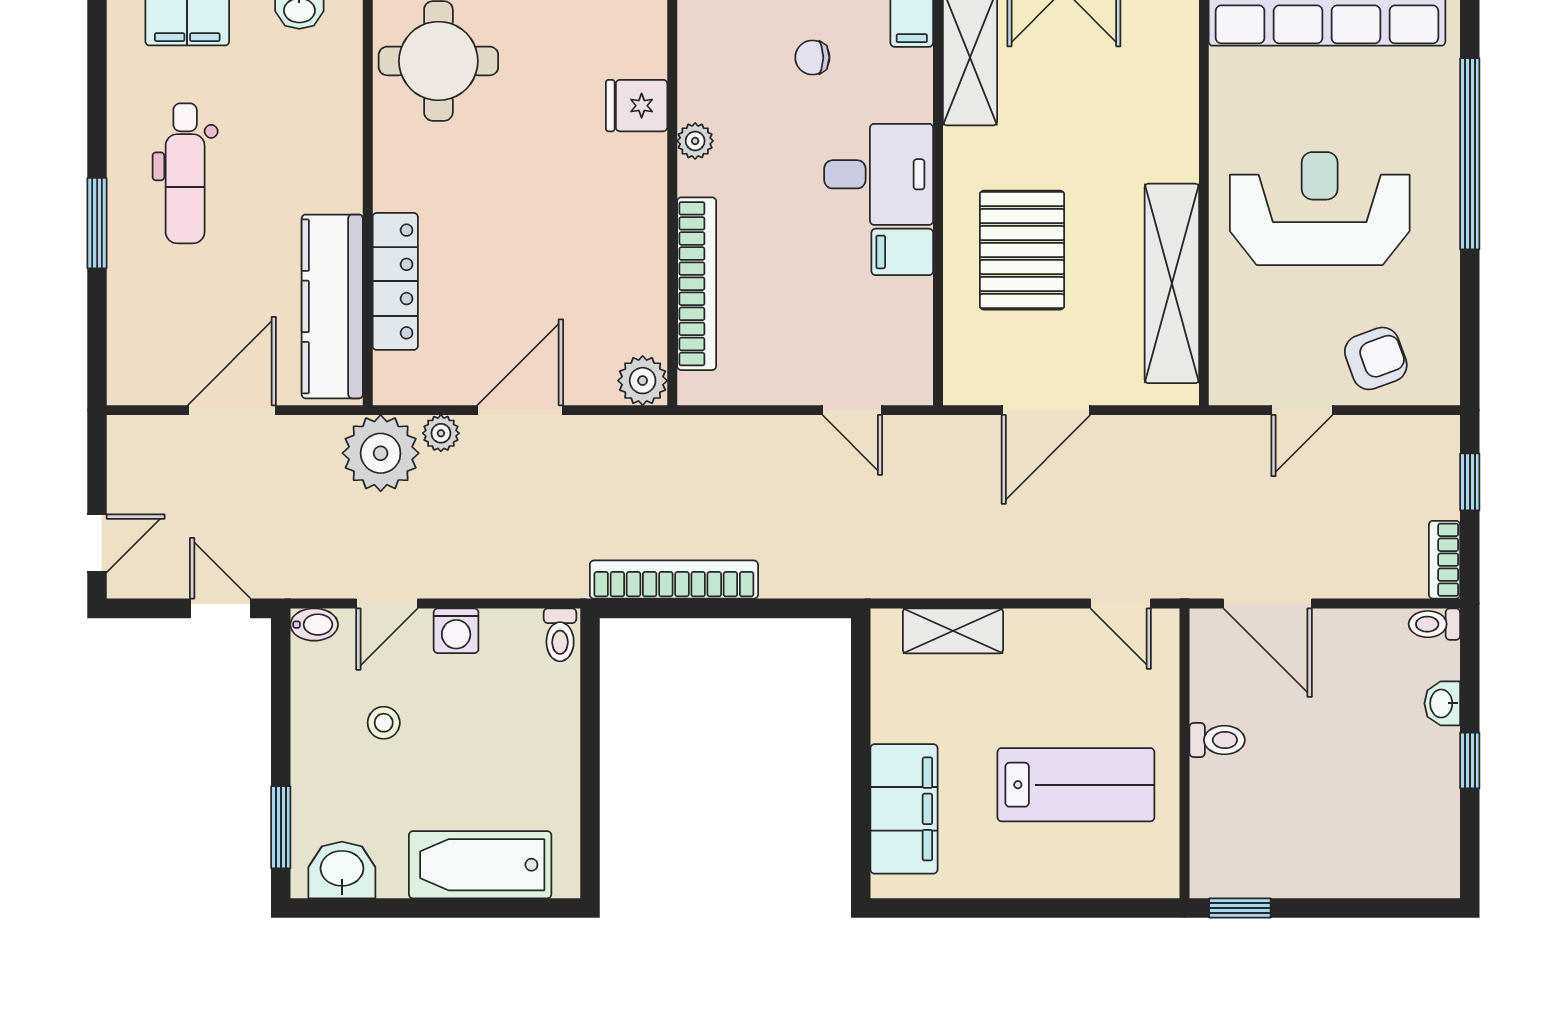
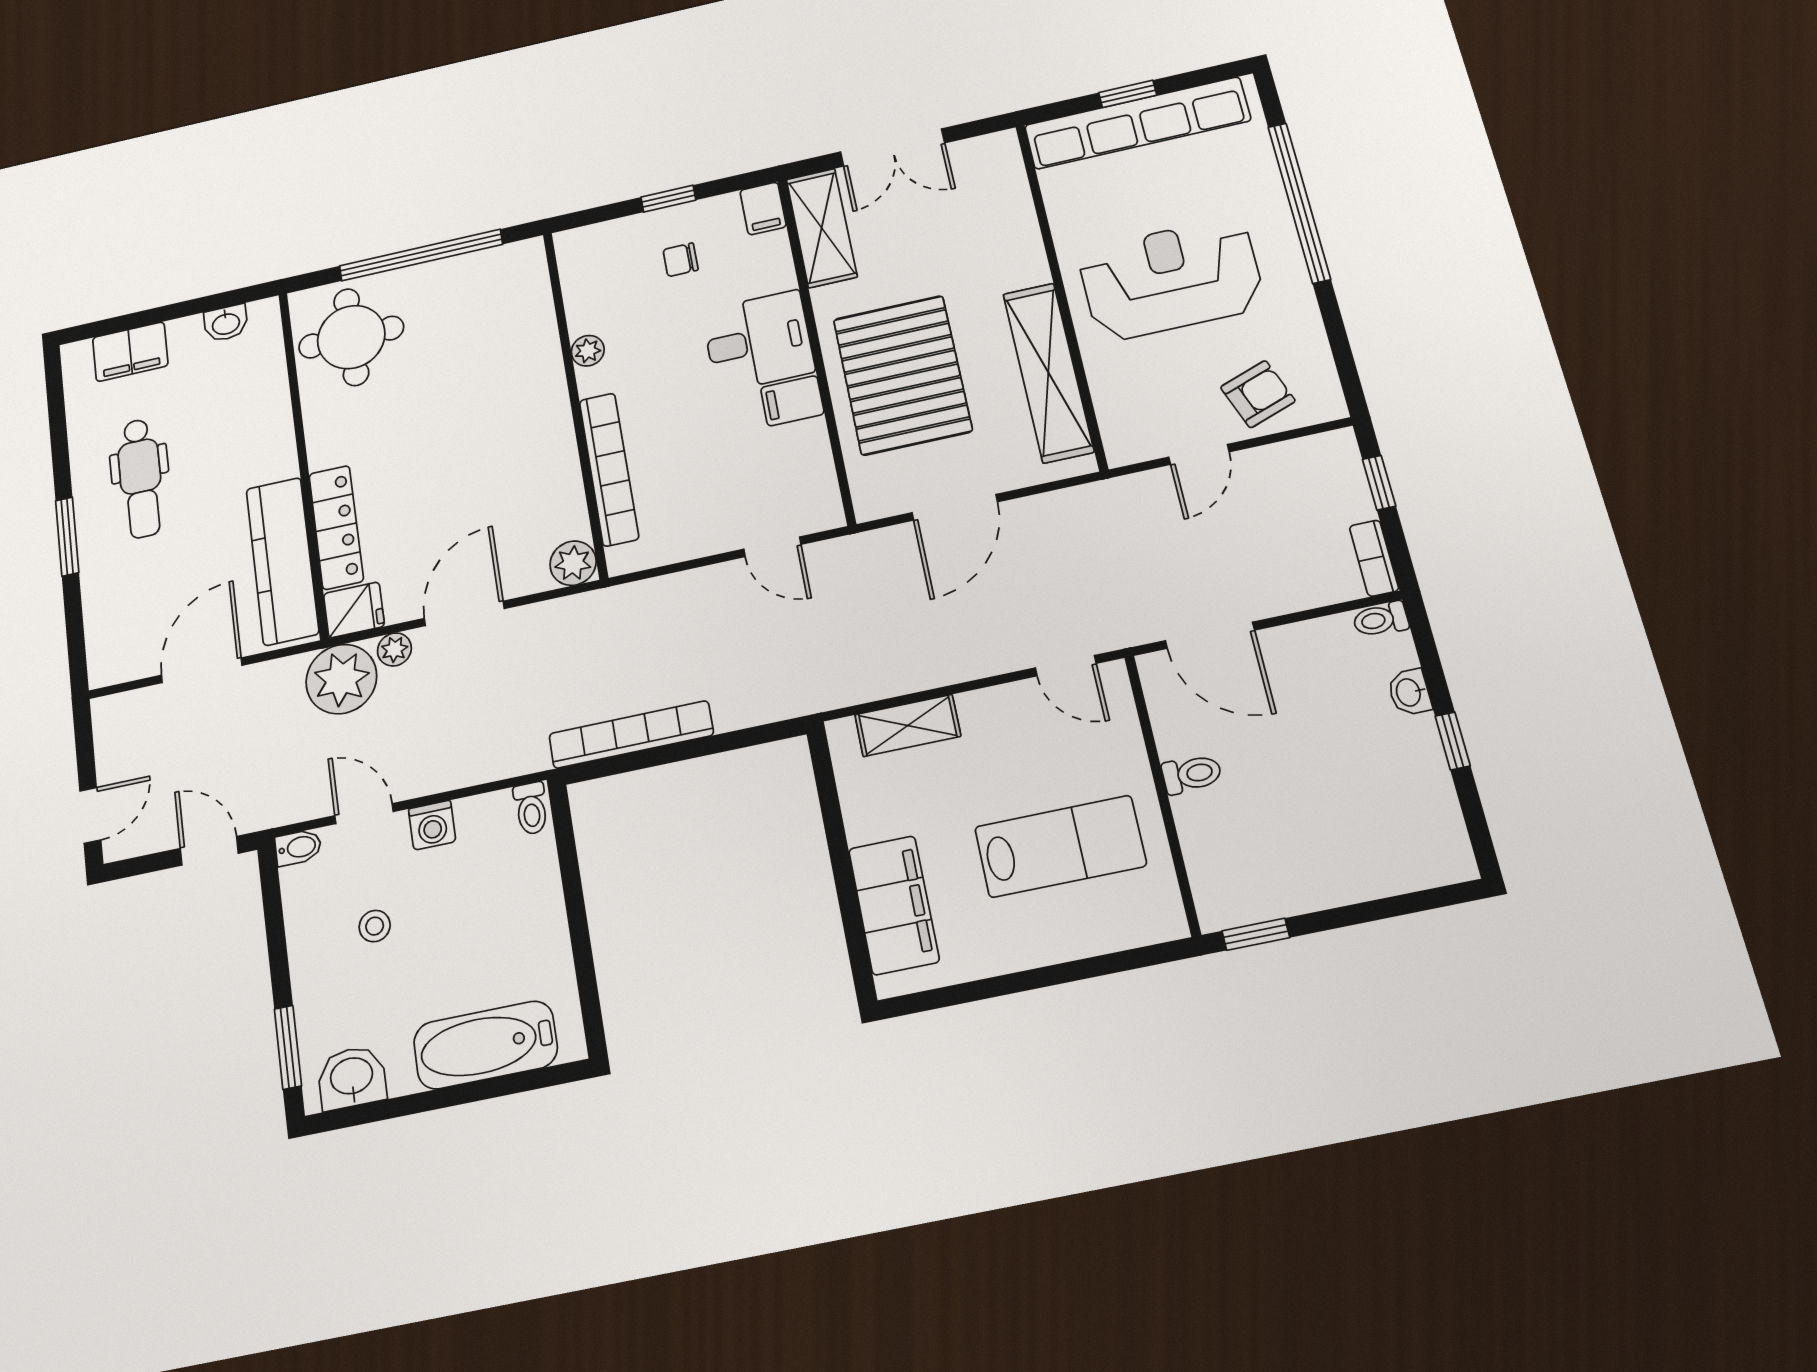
fridge: (637, 106) -> (354, 610), moved, turned 180
pallet: (1022, 250) -> (902, 375), width x1.37, depth x1.41
door: (387, 604) -> (364, 814), swing flipped

